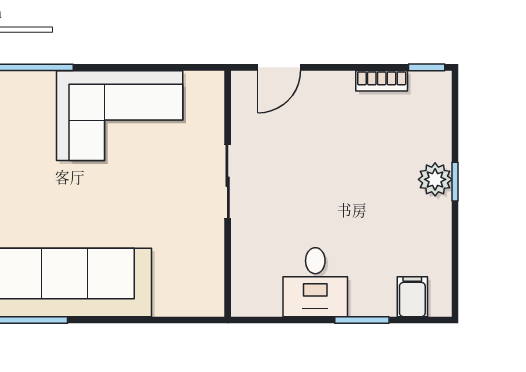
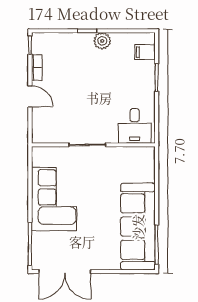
door: (279, 67) -> (30, 96), moved
plant: (435, 179) -> (102, 41), moved
desk: (315, 282) -> (135, 126), moved, turned 90

